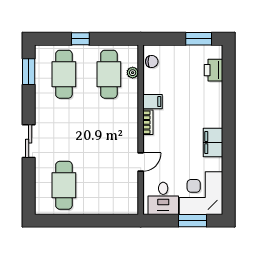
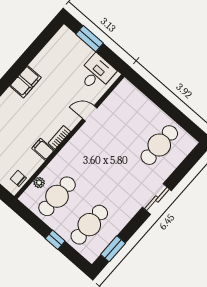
corner desk: (201, 193) -> (66, 53), removed

